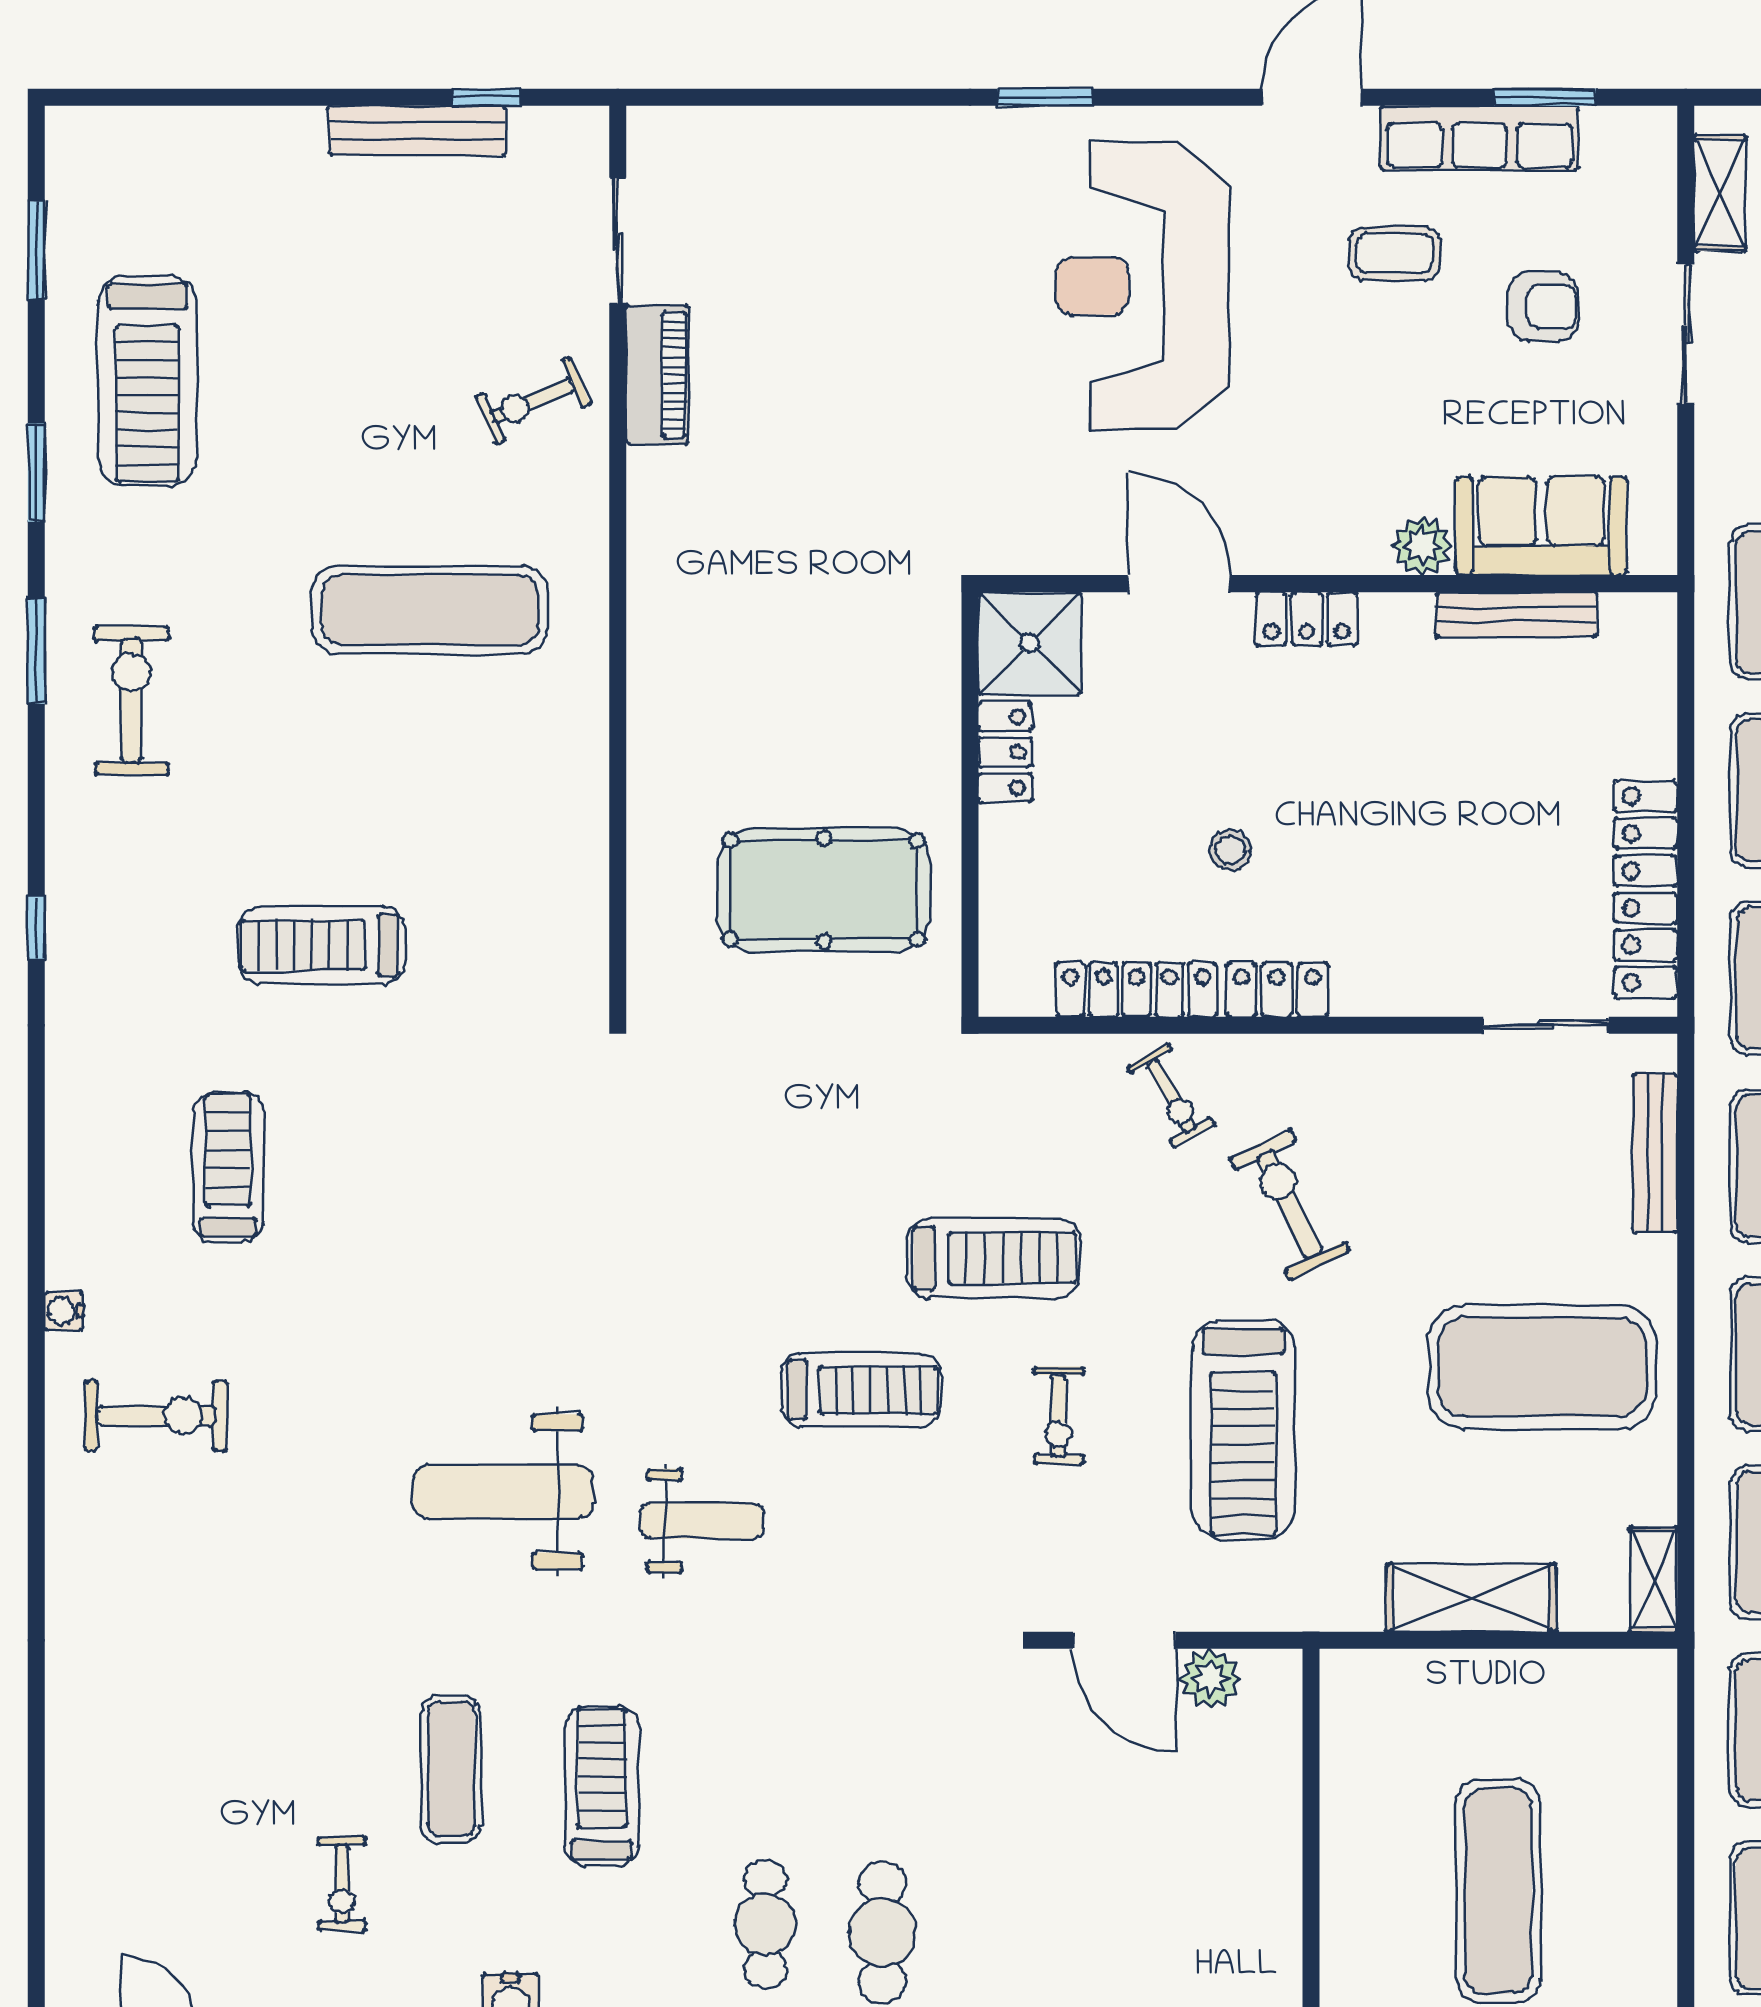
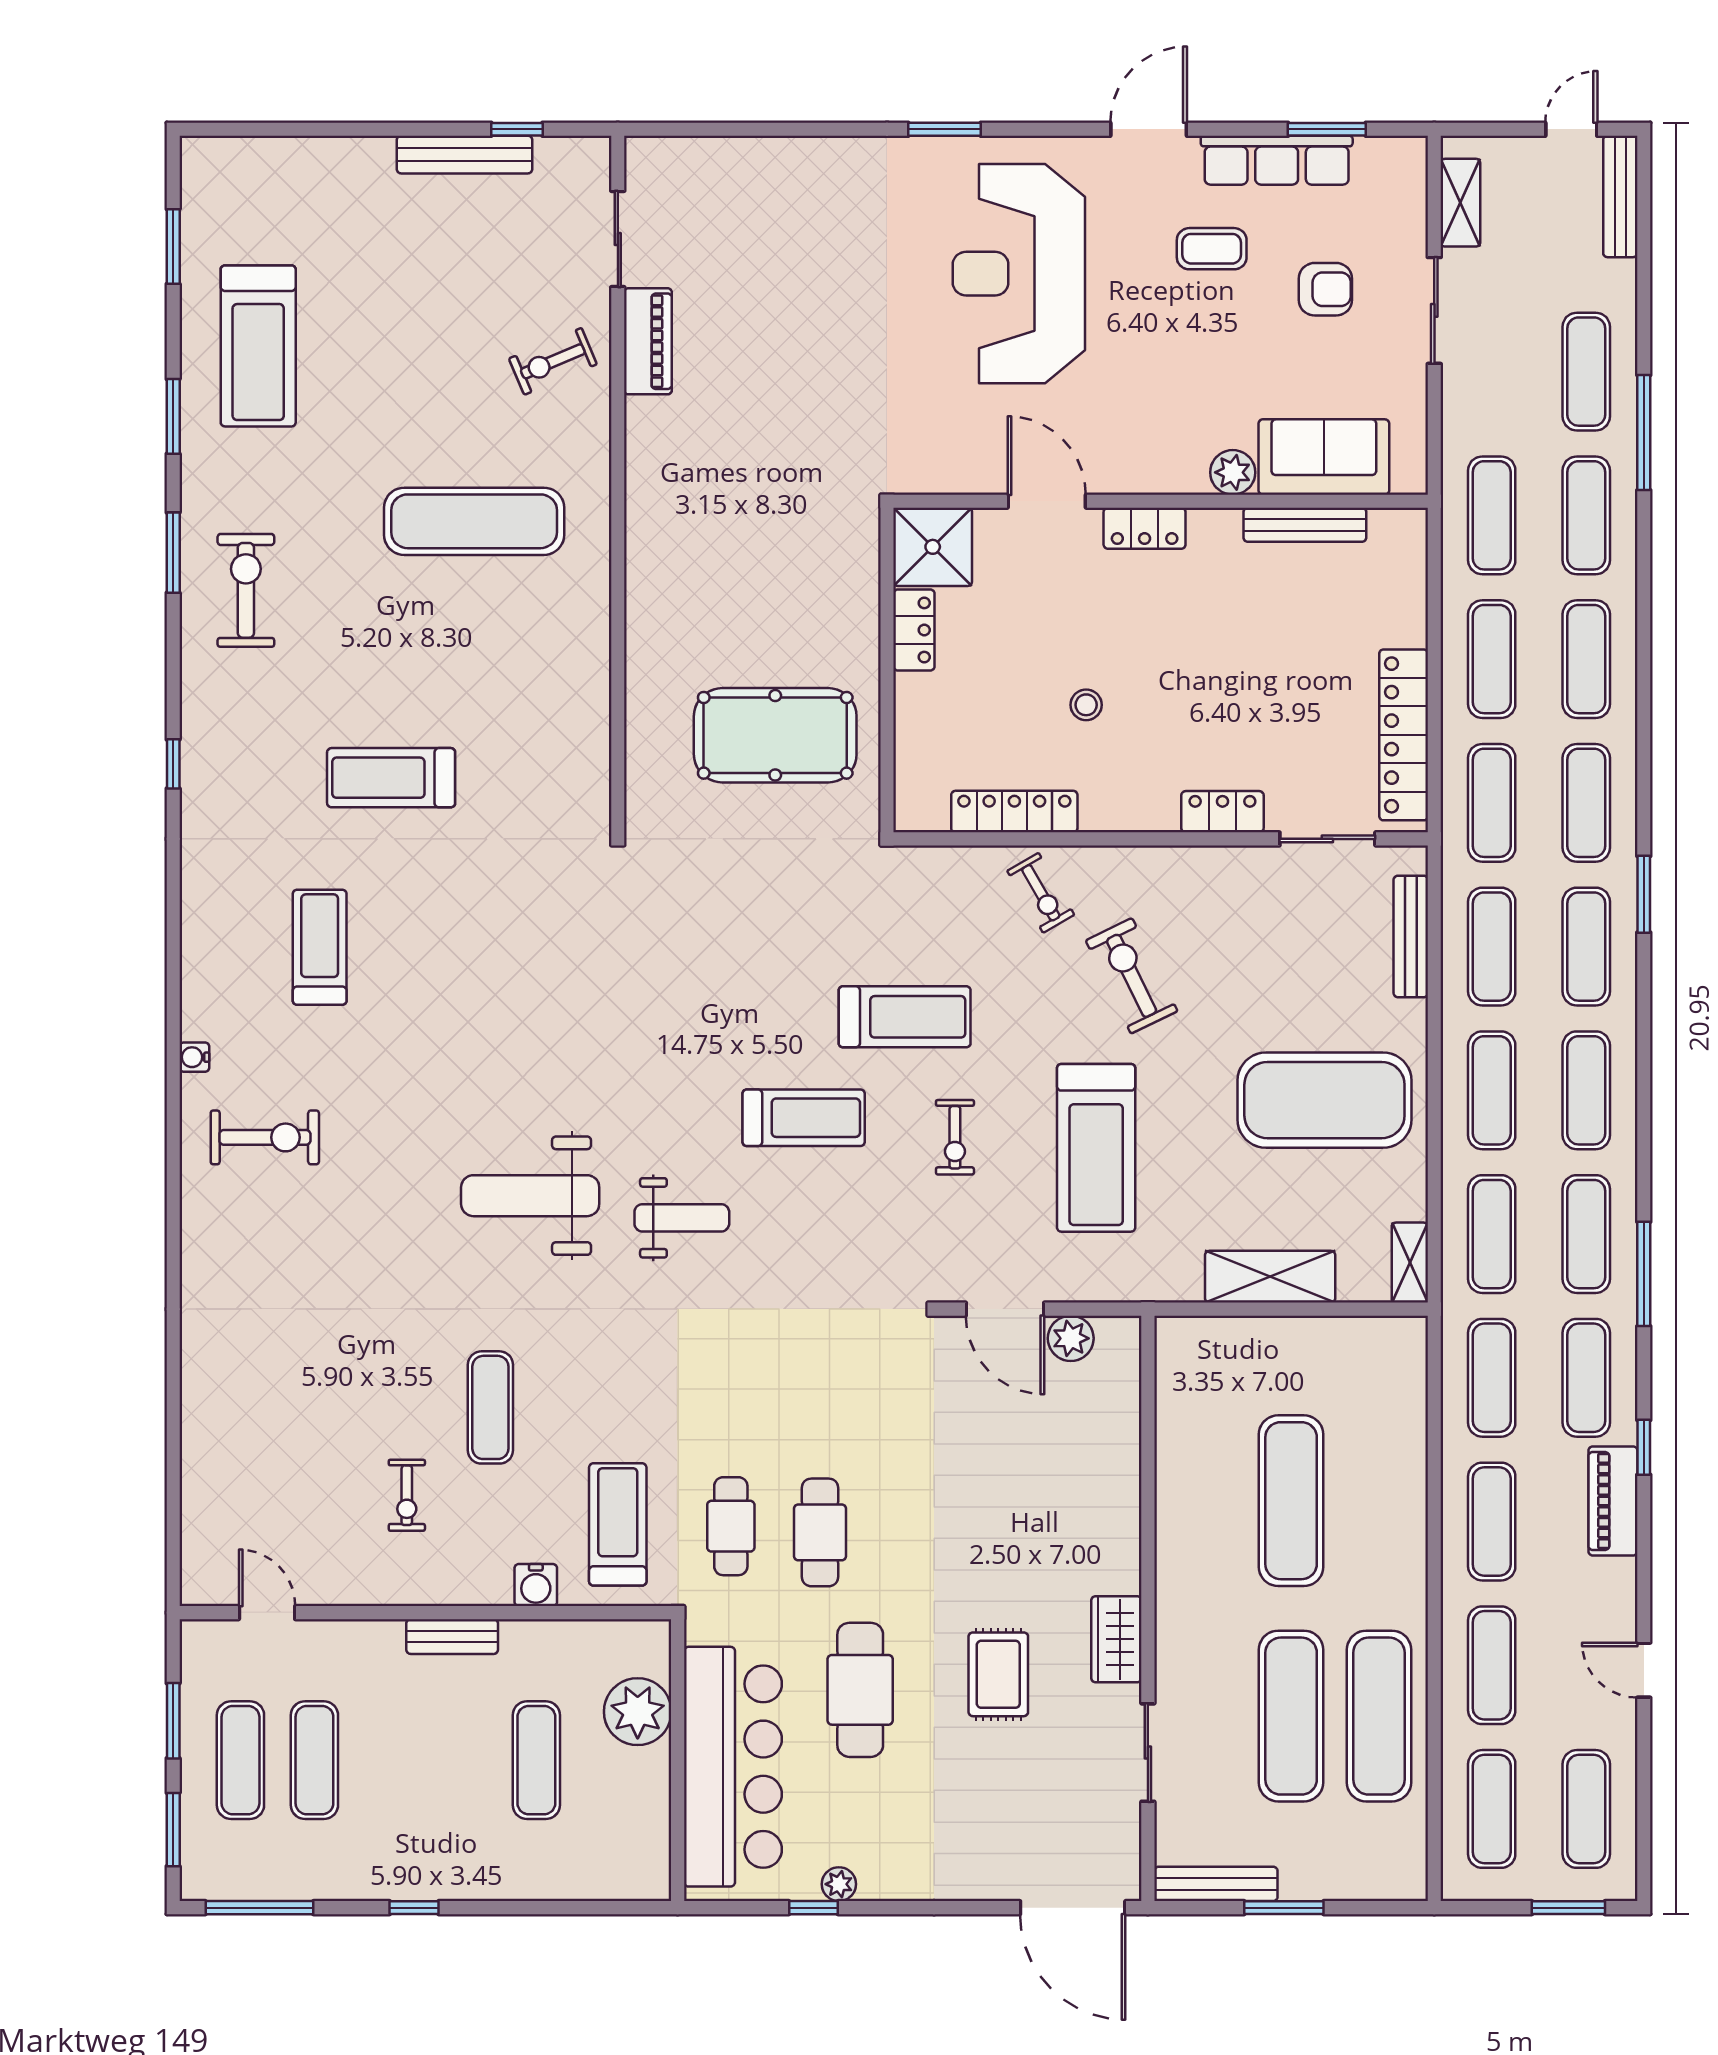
locker: (1277, 990) -> (1222, 812), moved
treadmill: (602, 1786) -> (618, 1524), moved

